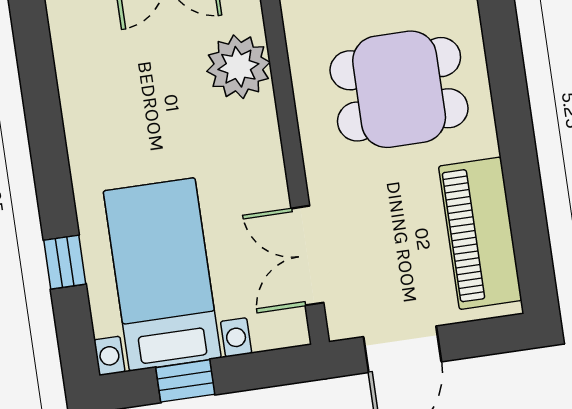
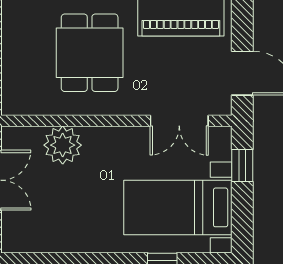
window: (185, 381) -> (242, 165), moved

